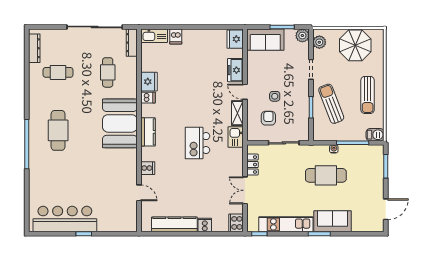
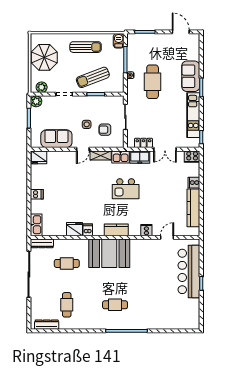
dishwasher: (176, 36) -> (37, 194), moved
sofa: (265, 40) -> (56, 139), moved, turned -90
freezer: (235, 70) -> (140, 157), moved
cafe table: (58, 130) -> (115, 305), width x0.73, depth x0.74
bar counter: (65, 219) -> (189, 271), moved

